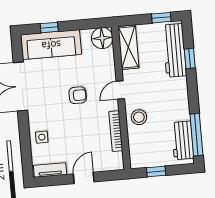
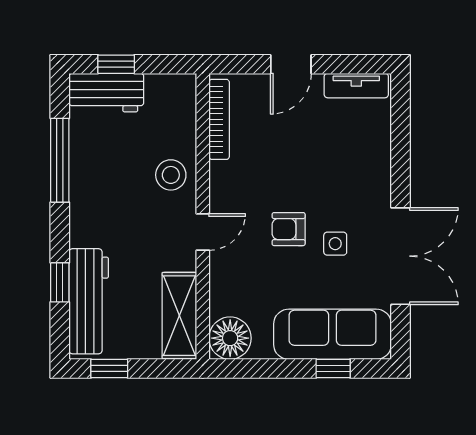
bookcase: (116, 131) -> (219, 119), moved
window: (196, 135) -> (60, 160), moved
side table: (42, 137) -> (335, 244), moved
workbench: (183, 140) -> (106, 93), moved, turned 90
window: (156, 171) -> (116, 64), moved

